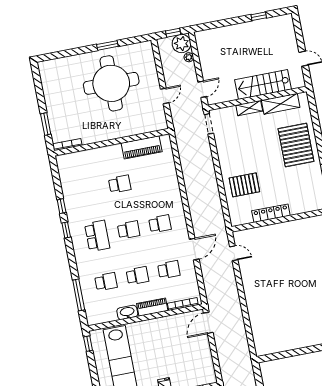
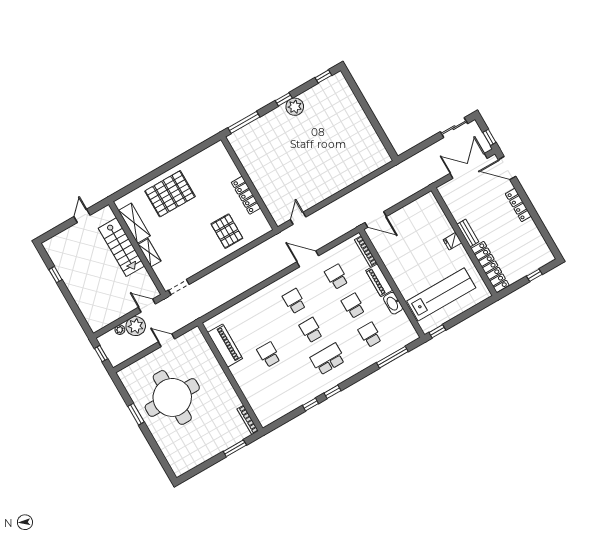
plant: (182, 44) -> (136, 326), moved

